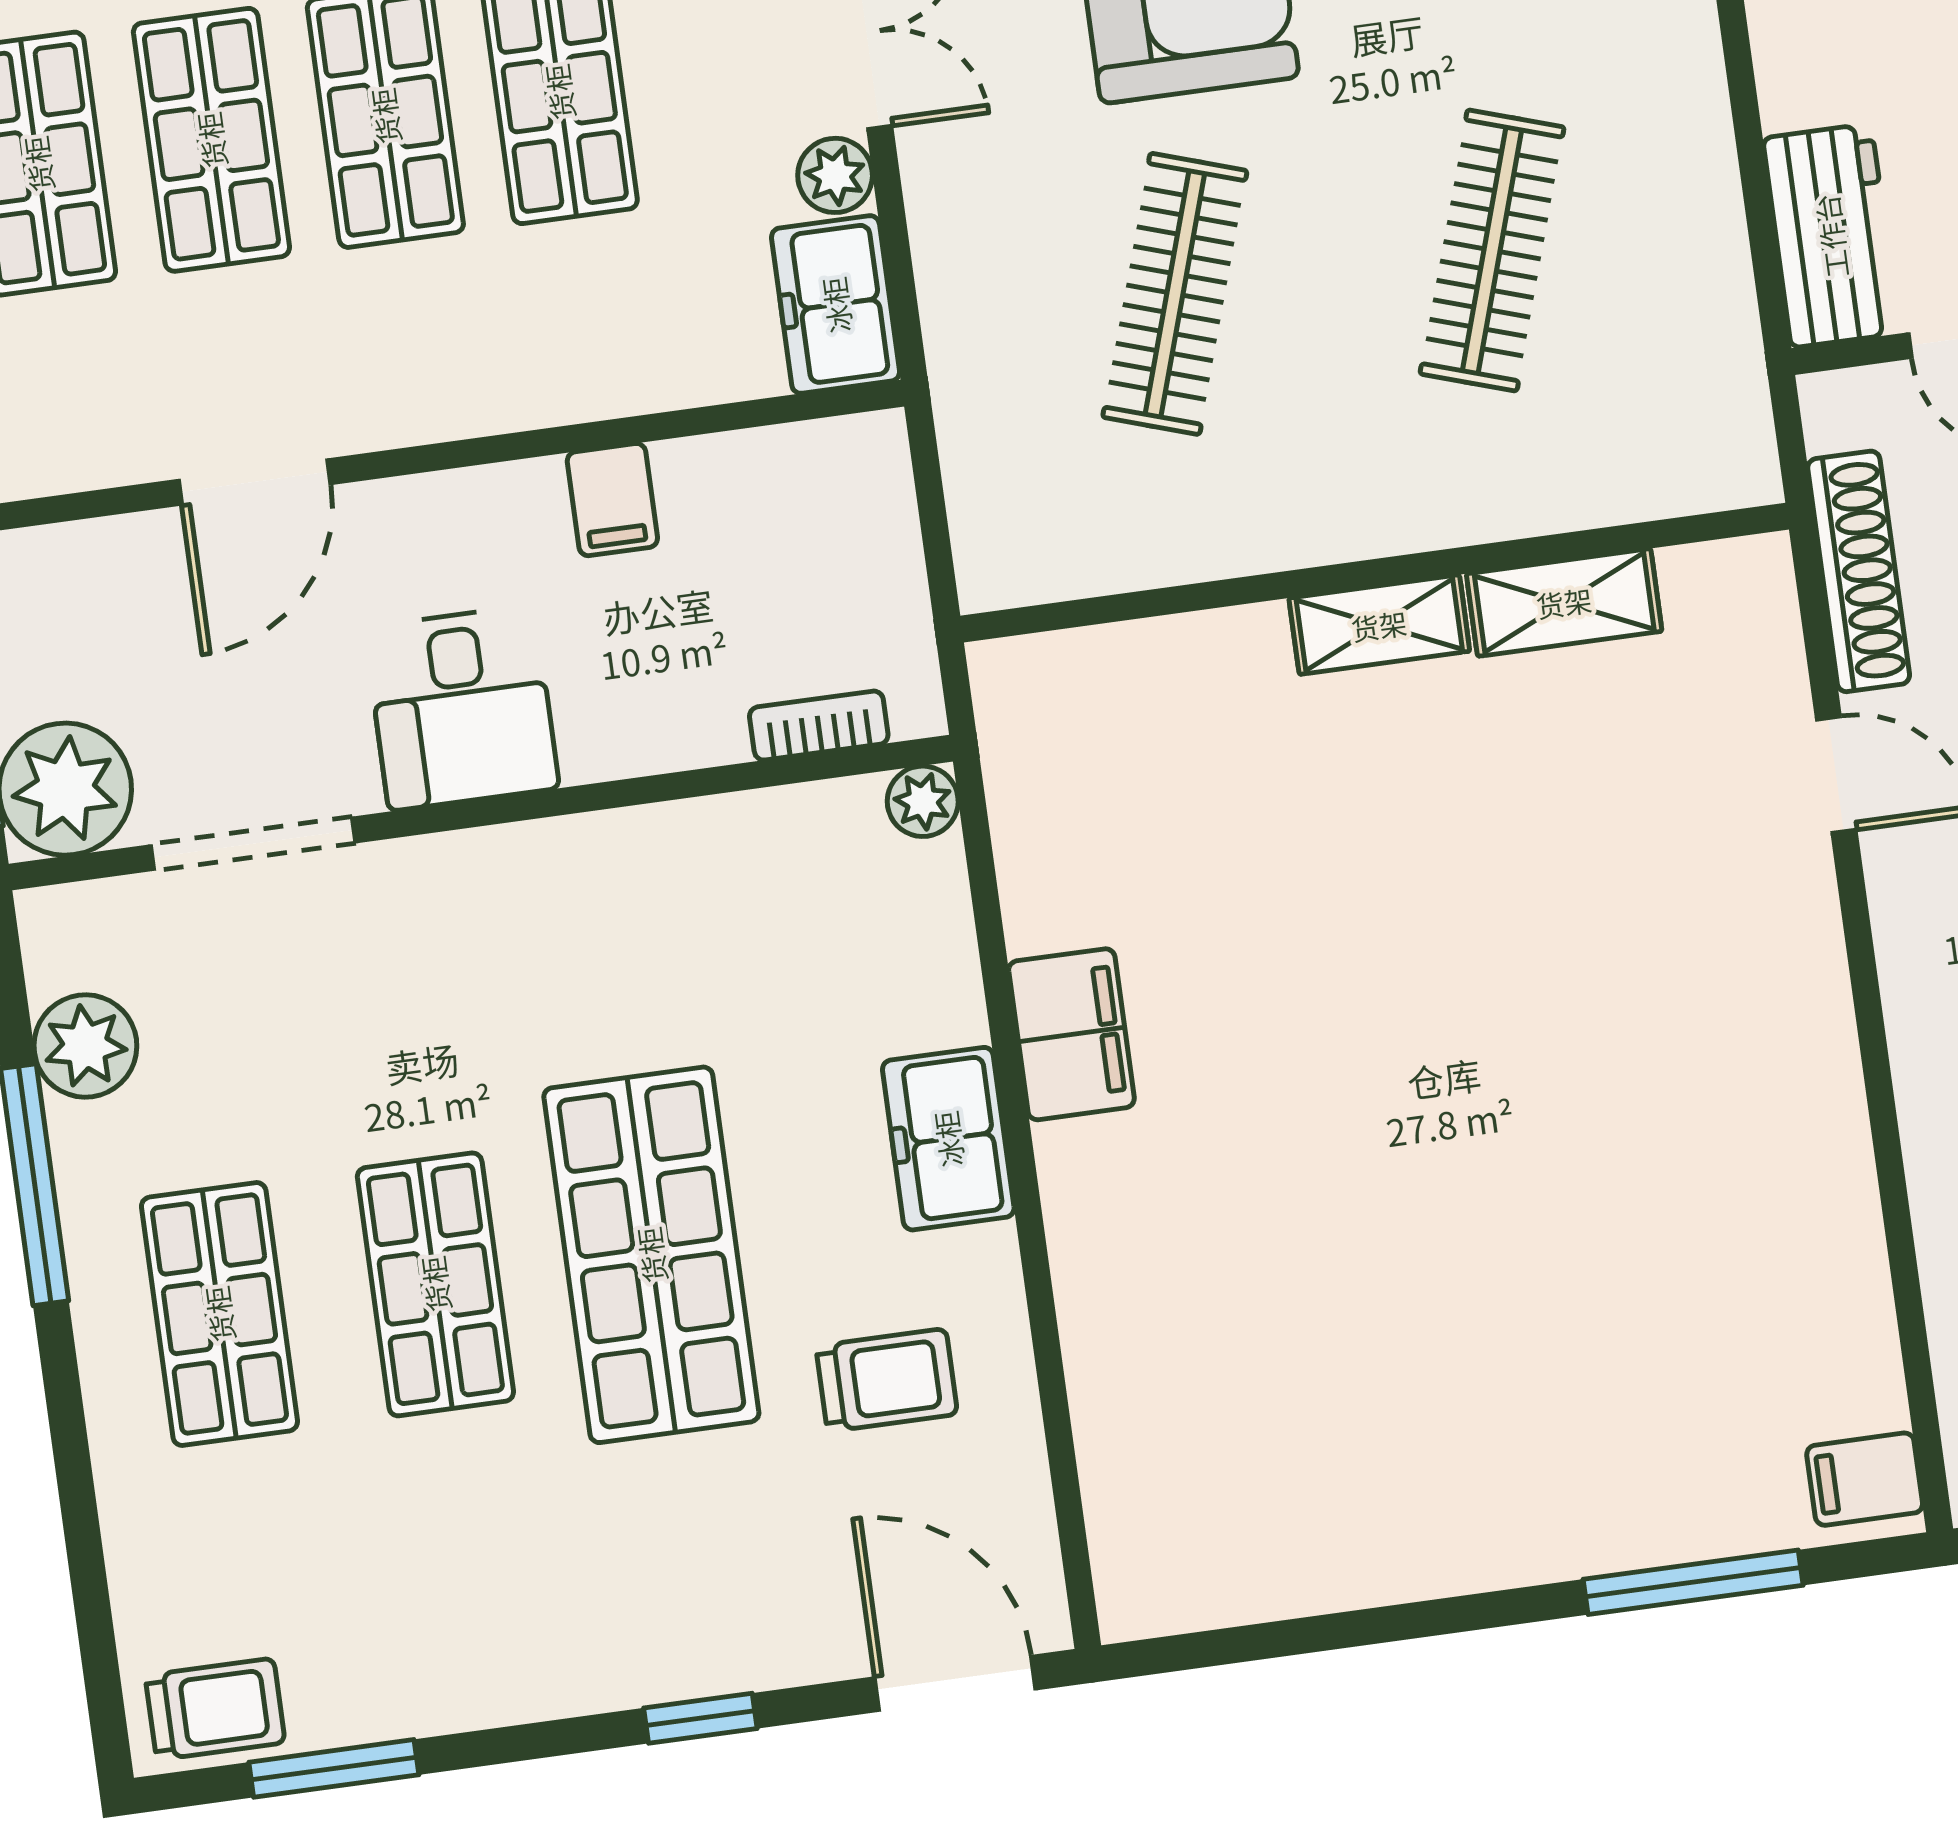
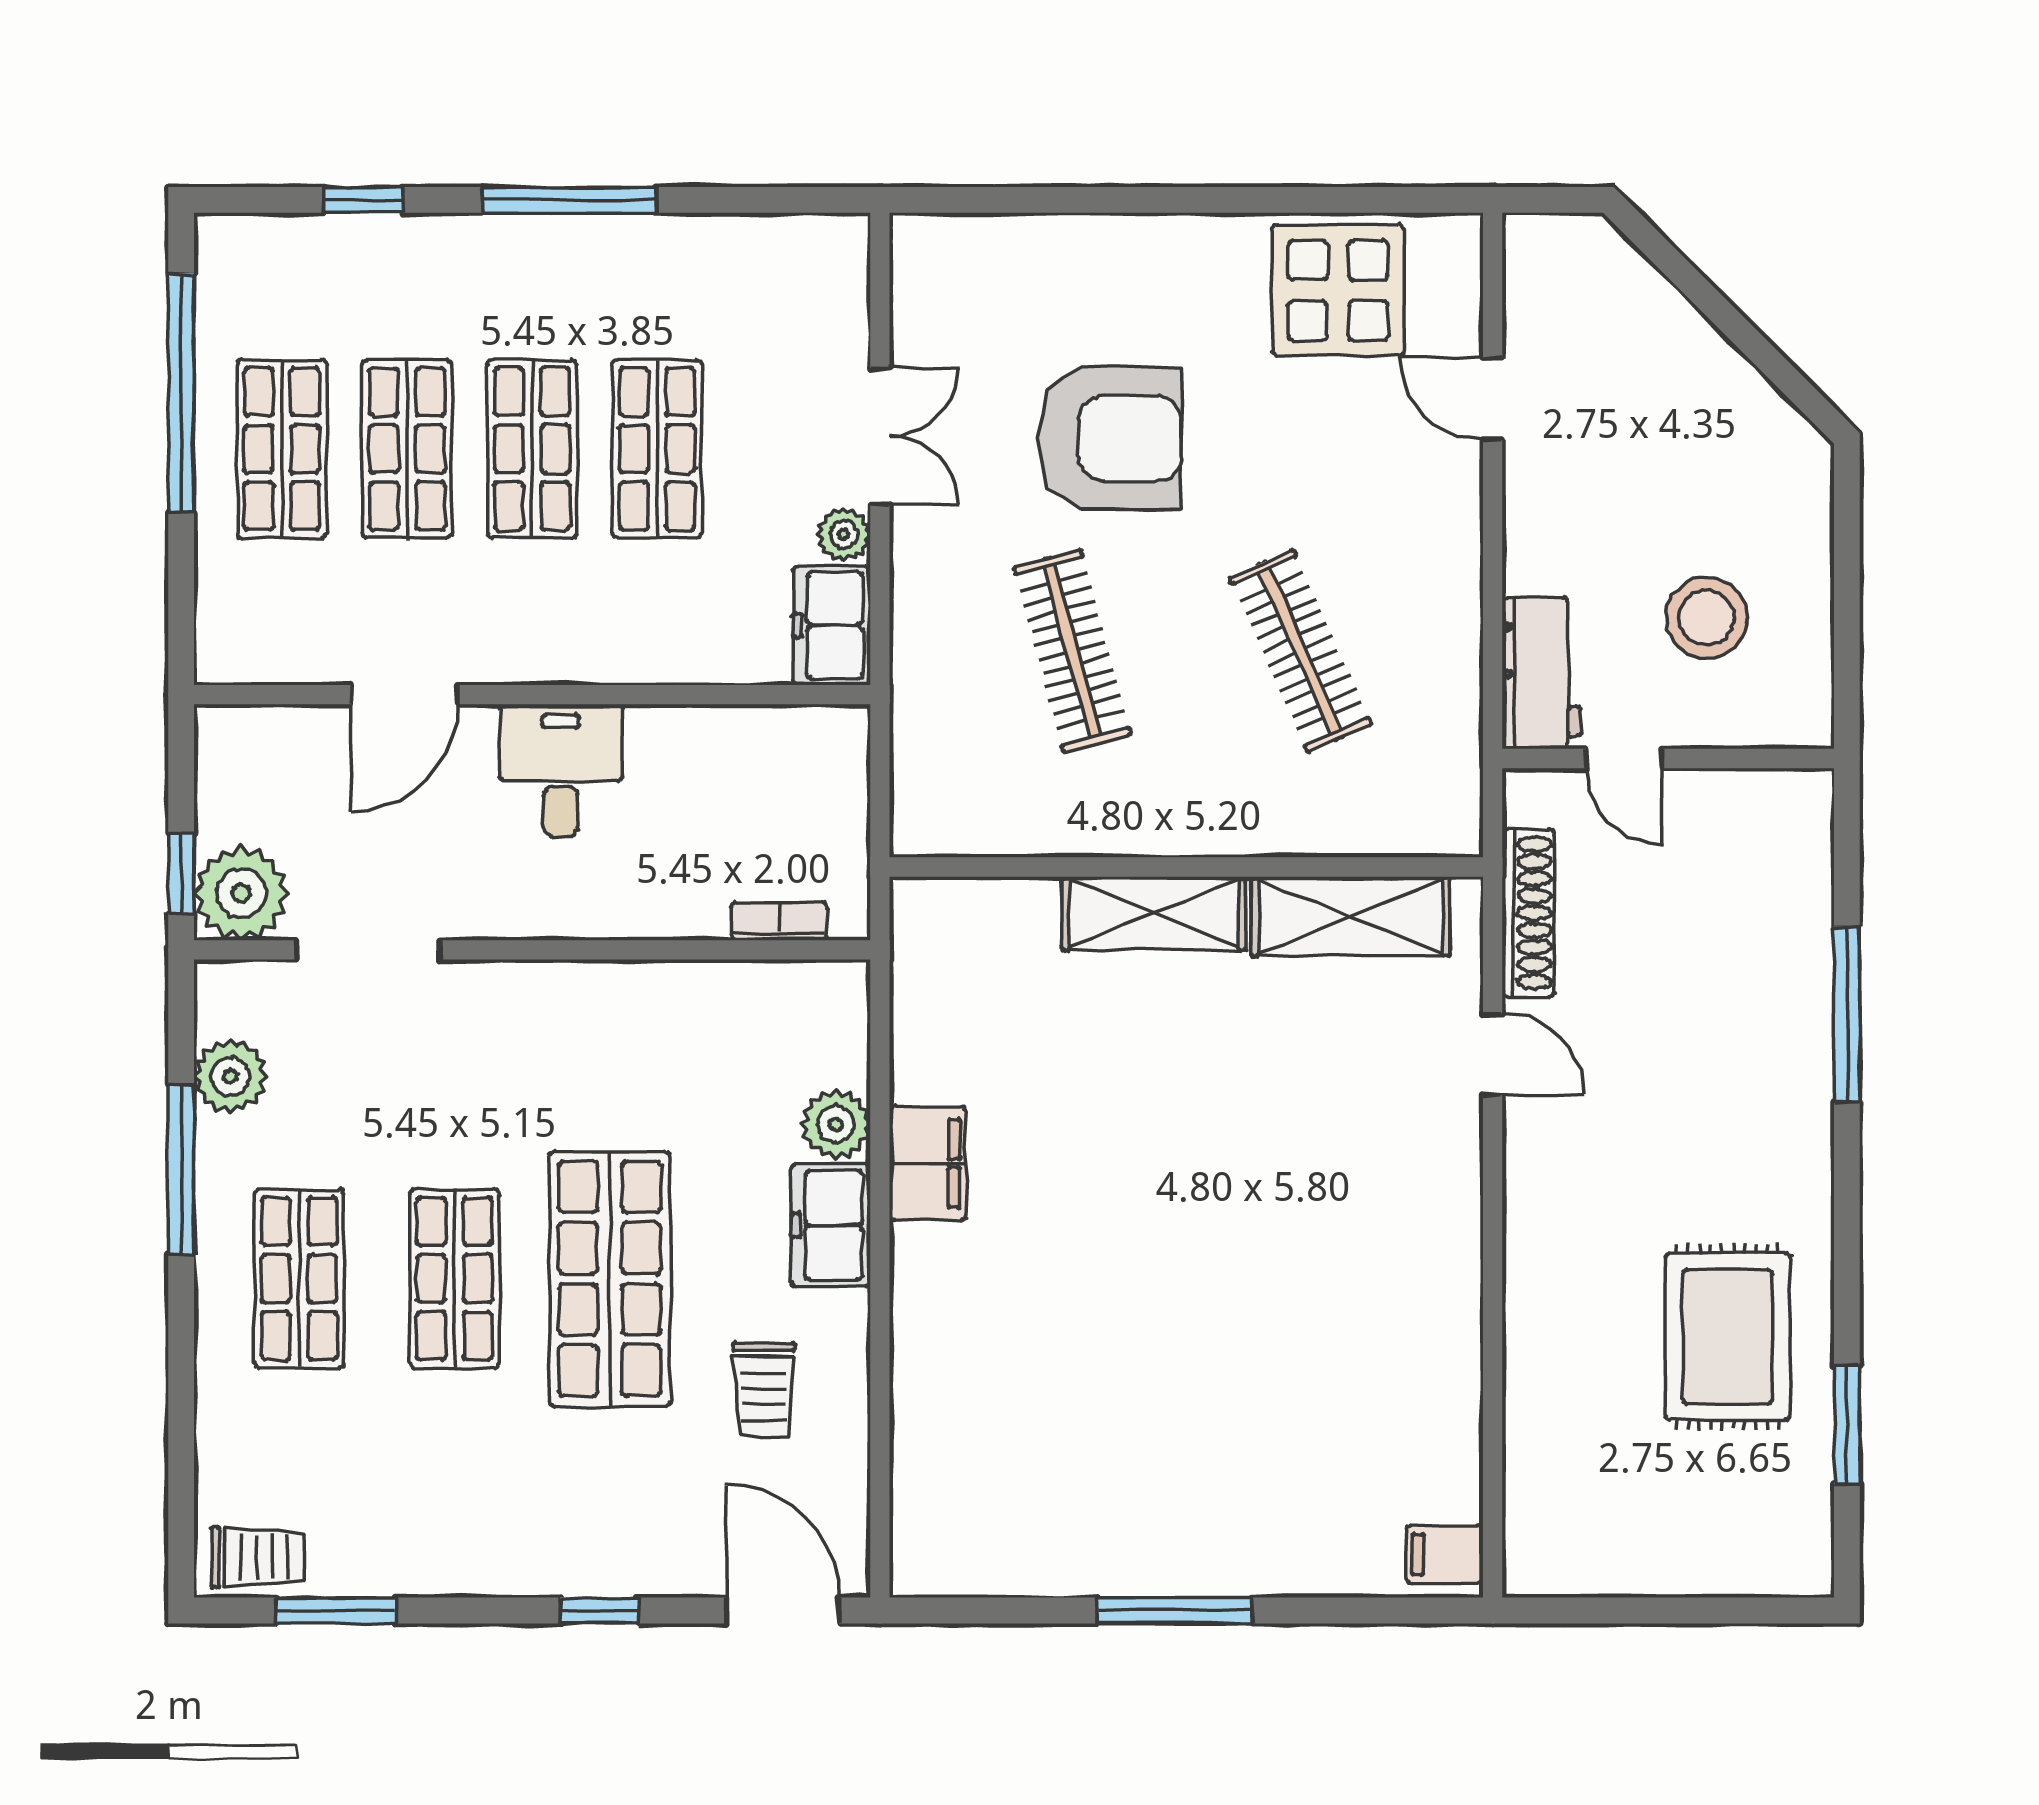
clothes rail: (1492, 250) -> (1300, 651), turned -42
clothes rail: (1175, 294) -> (1072, 651), turned -33
filing cabinet: (612, 500) -> (655, 742), removed
shelving: (1564, 602) -> (1350, 916), width x1.50, depth x1.33
shelving: (1379, 625) -> (1154, 913), width x1.50, depth x1.33
desk: (462, 708) -> (561, 770), moved, turned 180
plant: (923, 801) -> (836, 1124), moved, width x1.38, depth x1.38
trolley: (887, 1380) -> (764, 1390), turned 90
window: (1693, 1582) -> (1175, 1610), moved

